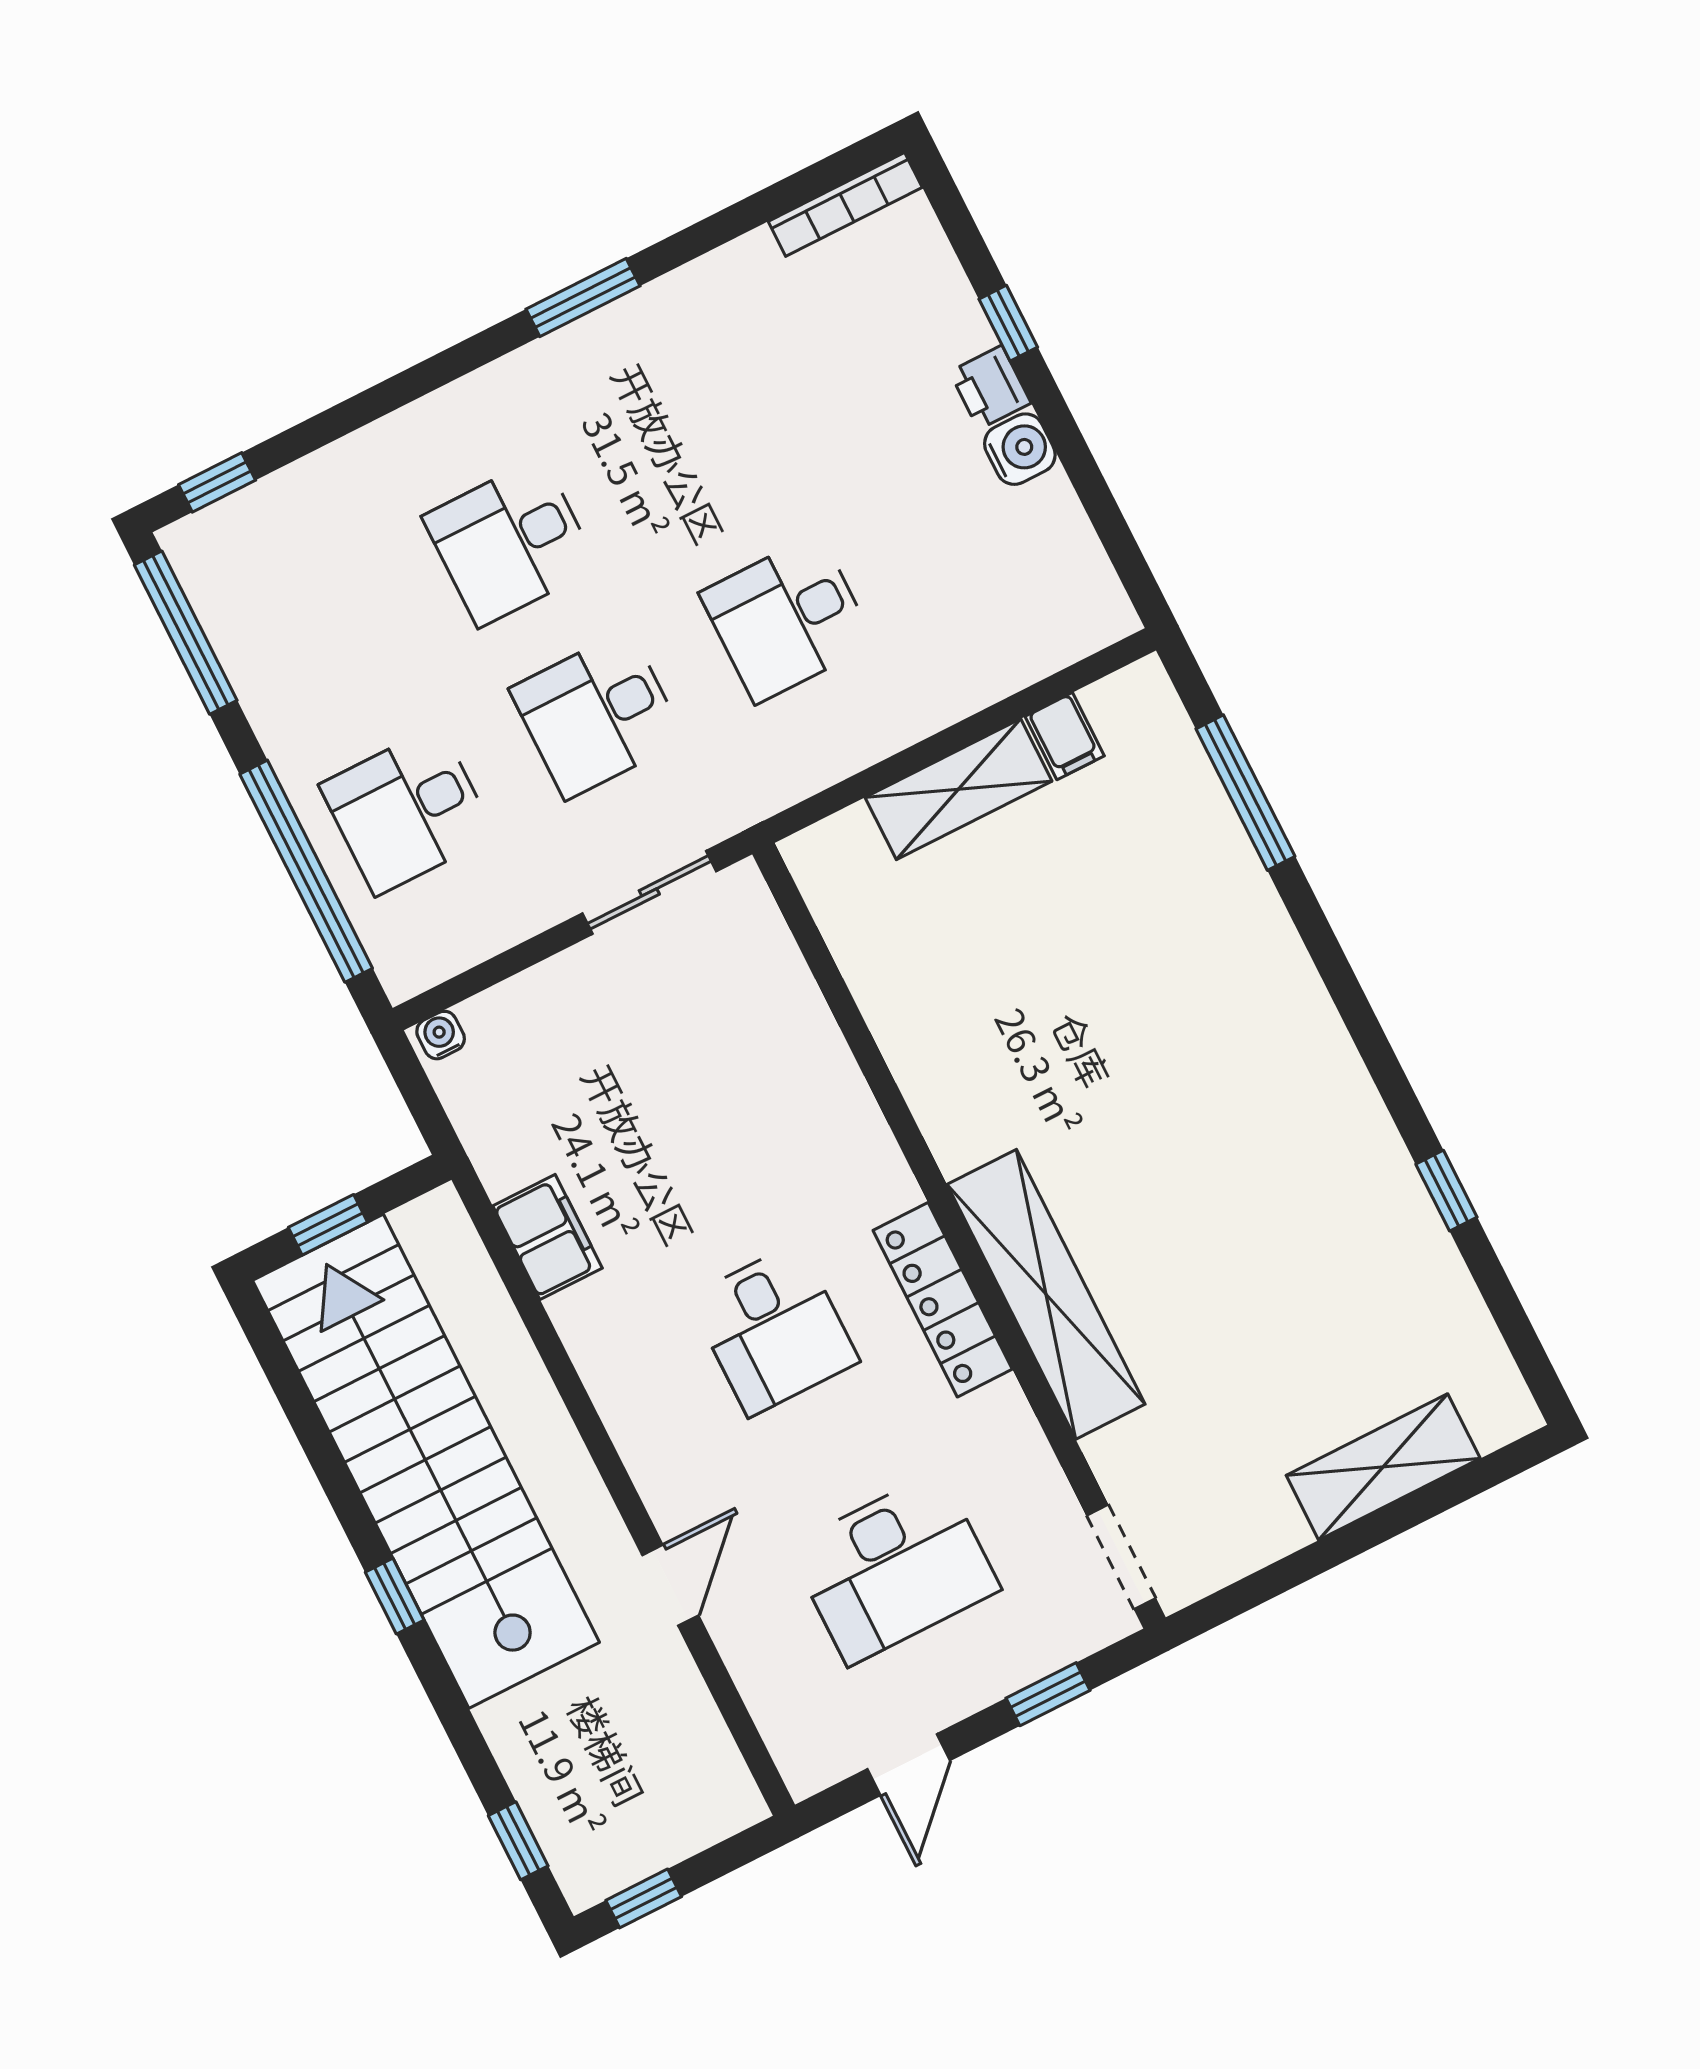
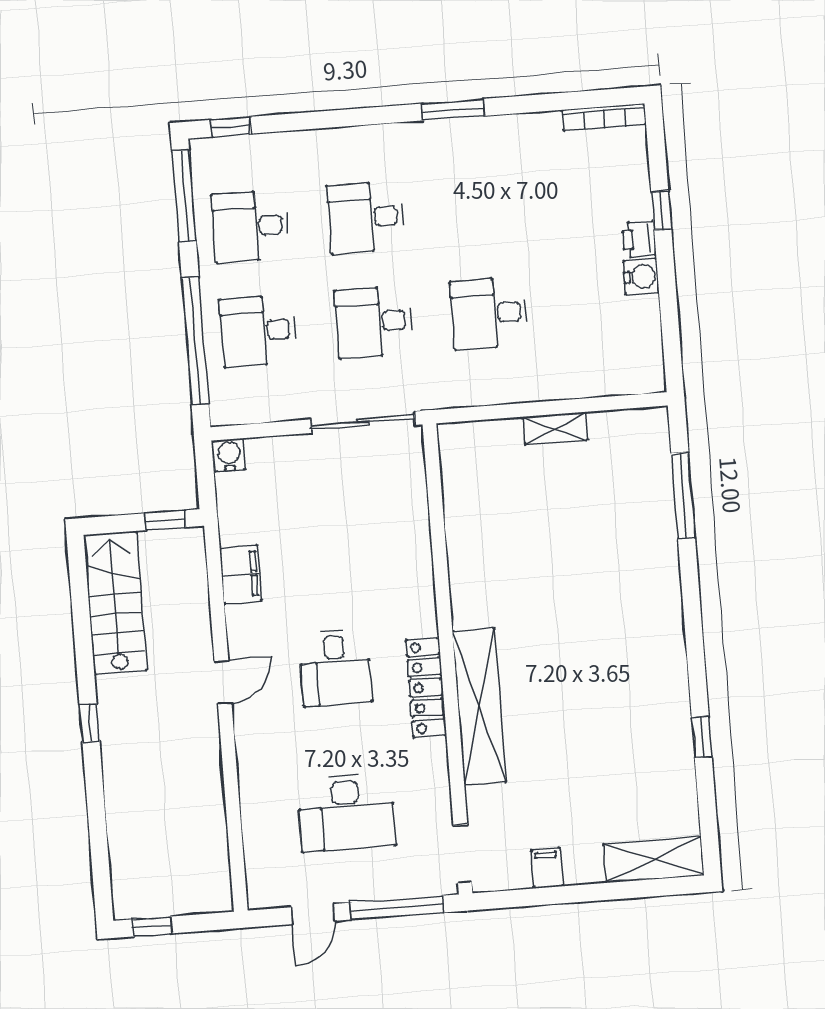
desk: (320, 638) -> (250, 226), added
filing cabinet: (1065, 736) -> (547, 868), moved, turned 180
shelving: (958, 789) -> (555, 428), width x0.67, depth x0.75
sliding door: (649, 892) -> (363, 422), width x1.37
water cooler: (441, 1035) -> (229, 455), width x1.38, depth x1.38
window: (328, 1225) -> (165, 520), moved
stairs: (426, 1461) -> (115, 603), width x0.54, depth x0.66
shelving: (1383, 1467) -> (653, 860), moved
door: (670, 1585) -> (223, 682), moved
window: (1048, 1694) -> (397, 908), width x2.17
window: (518, 1841) -> (101, 871), removed

